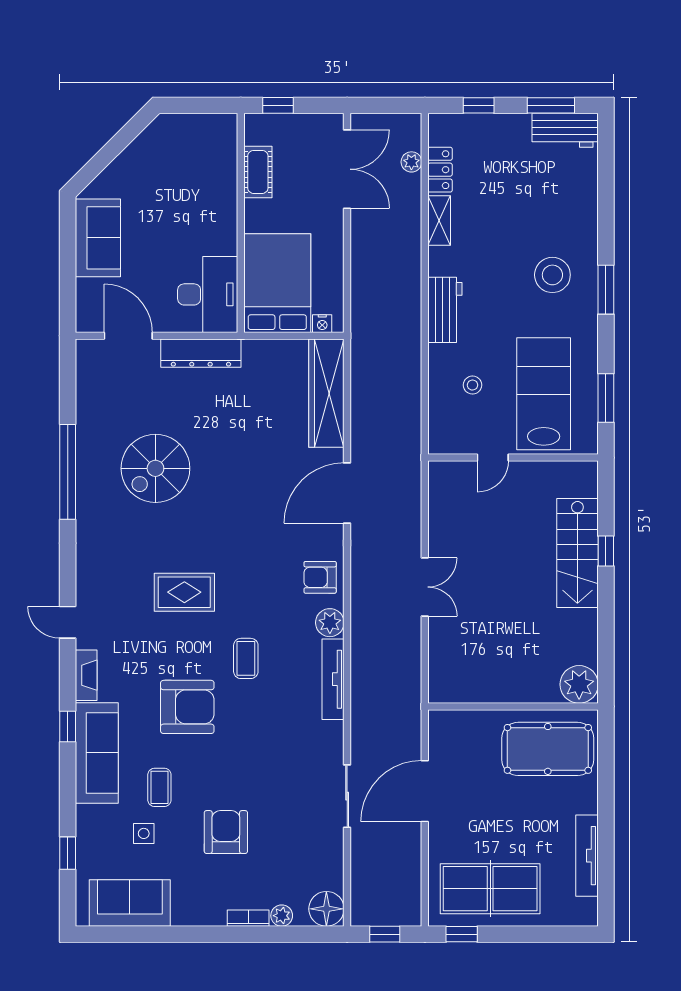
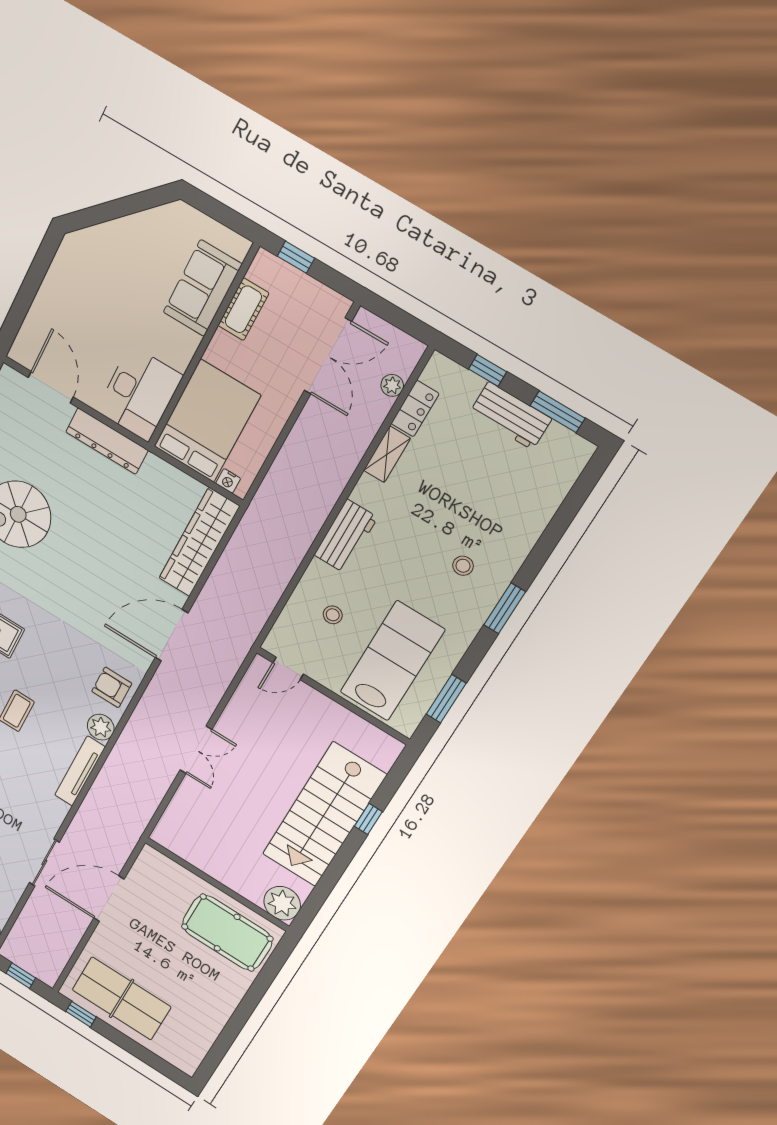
workbench: (565, 130) -> (511, 416), moved
sofa: (98, 238) -> (202, 288), moved, turned 180
stool: (552, 275) -> (463, 566), width x0.53, depth x0.53
door: (493, 458) -> (288, 668), moved
stairs: (577, 553) -> (324, 815), width x1.36, depth x1.51
tv unit: (587, 856) -> (213, 1026), removed

